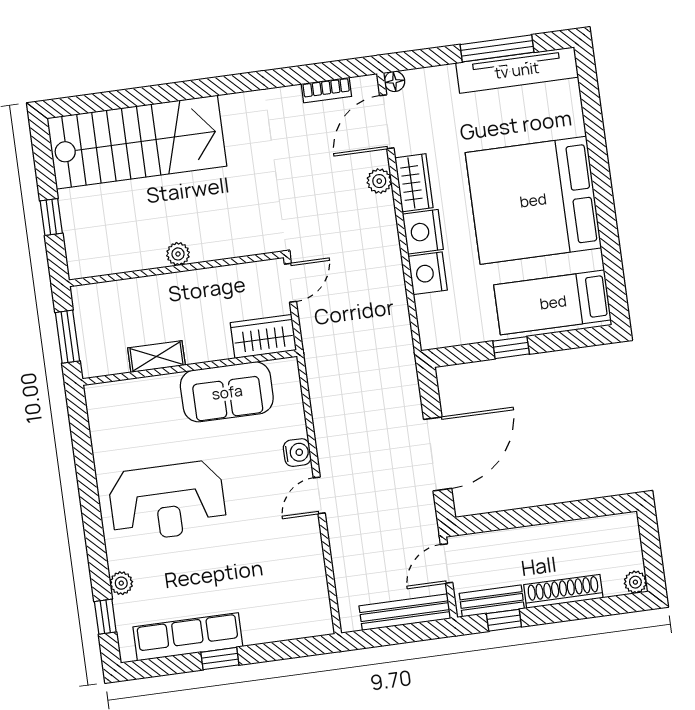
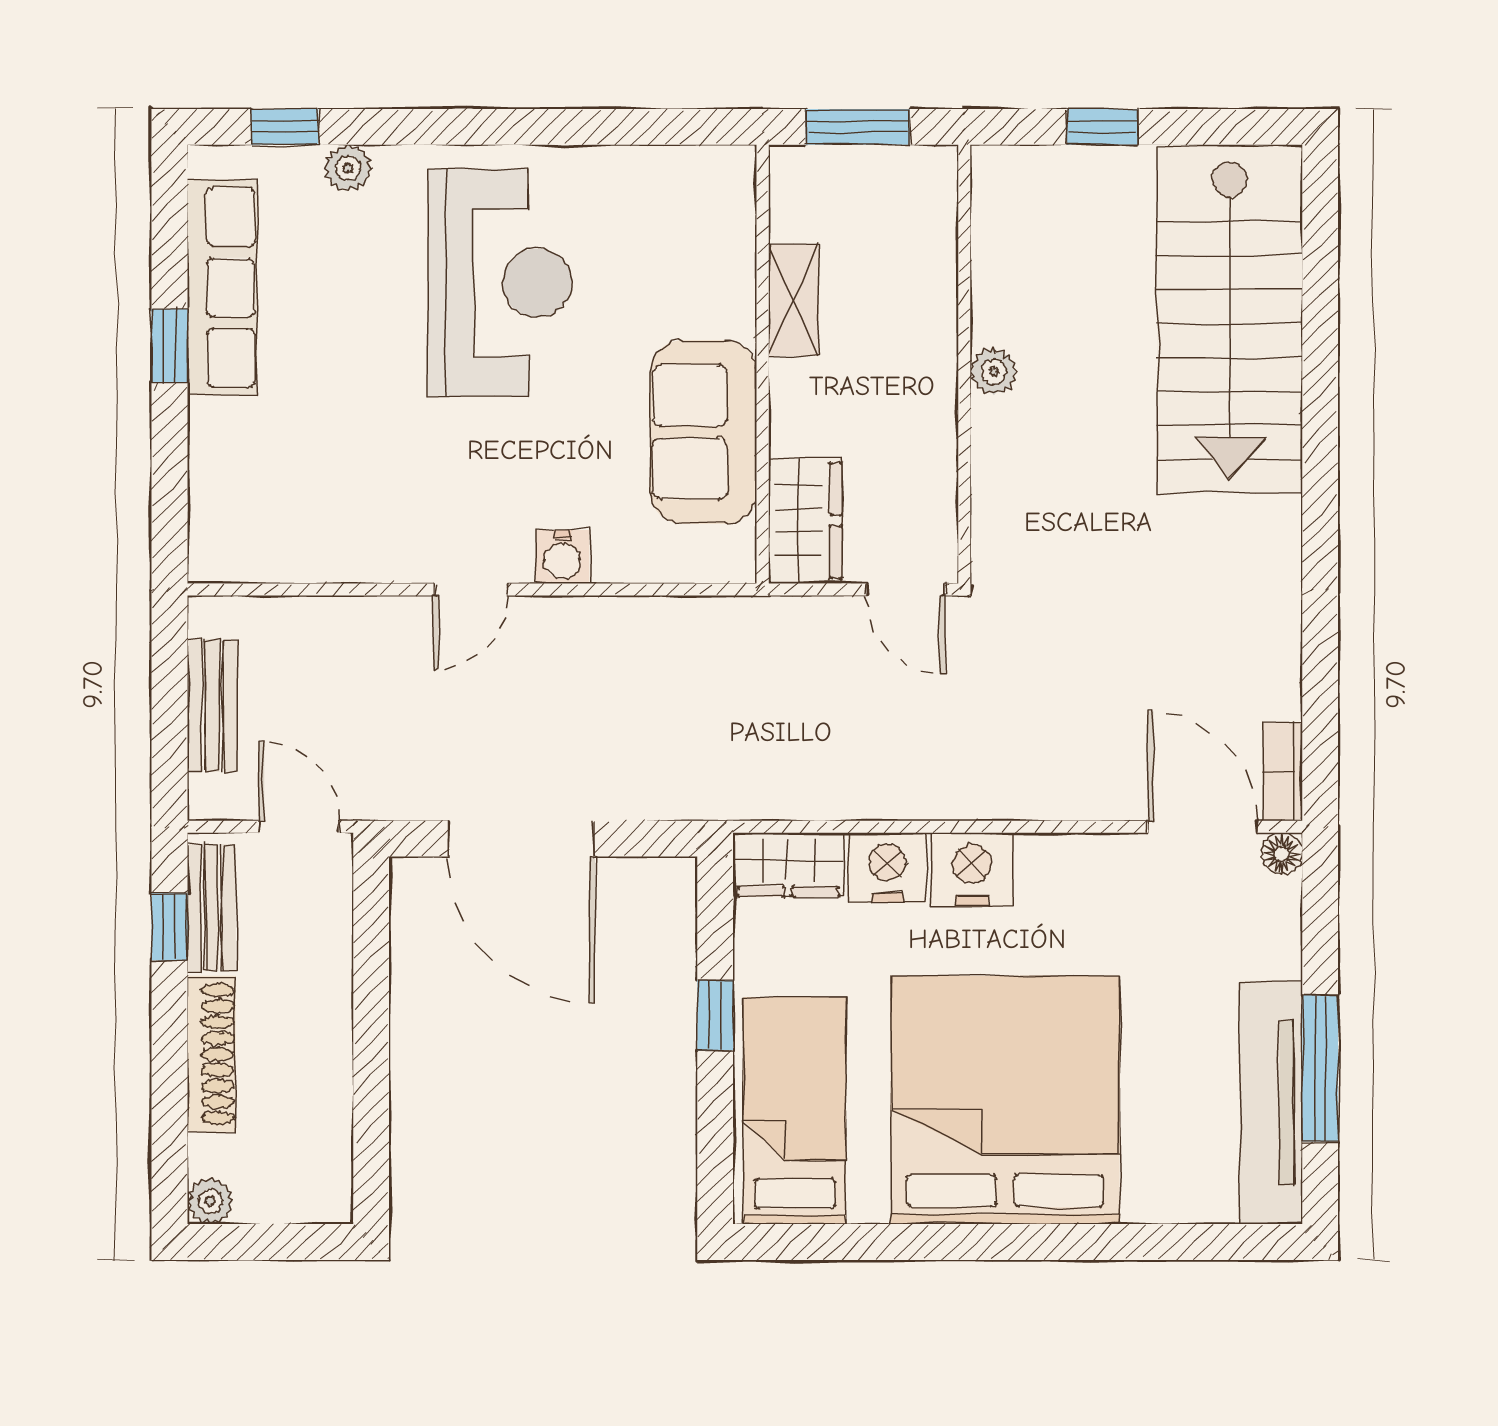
bookcase: (326, 90) -> (1283, 772), moved
plant: (379, 181) -> (1086, 796), removed
wardrobe: (414, 183) -> (788, 865), moved
door: (319, 495) -> (470, 590), swing flipped
reception desk: (167, 501) -> (500, 283), turned 180
bench: (405, 612) -> (213, 706), width x0.73

